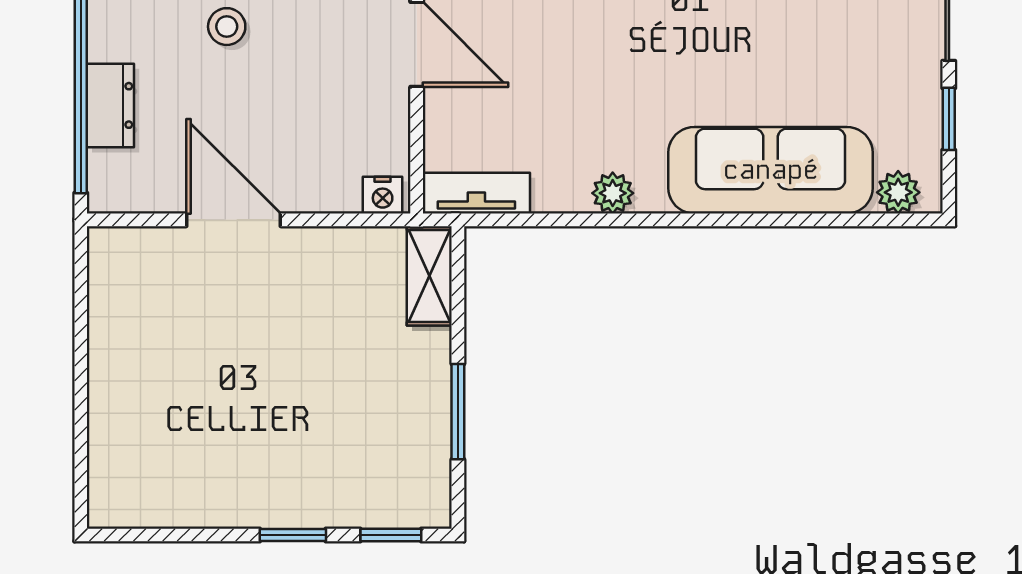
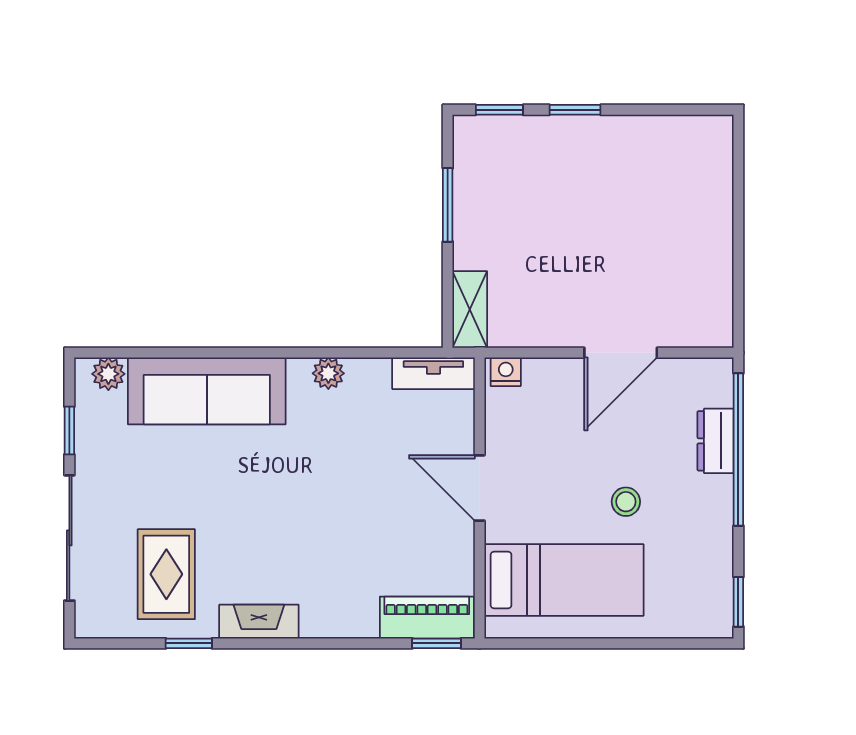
door: (234, 220) -> (621, 353), hinge flipped

